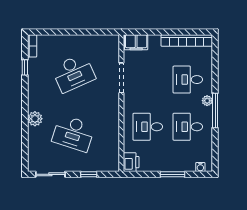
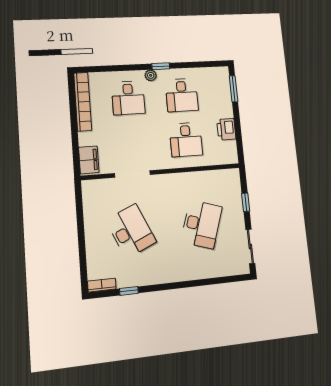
window: (215, 110) -> (161, 66), width x0.46
plant: (35, 119) -> (189, 272), removed
printer: (131, 162) -> (226, 129), moved, turned -90
water cooler: (200, 167) -> (225, 79), removed
window: (172, 174) -> (234, 89), moved

